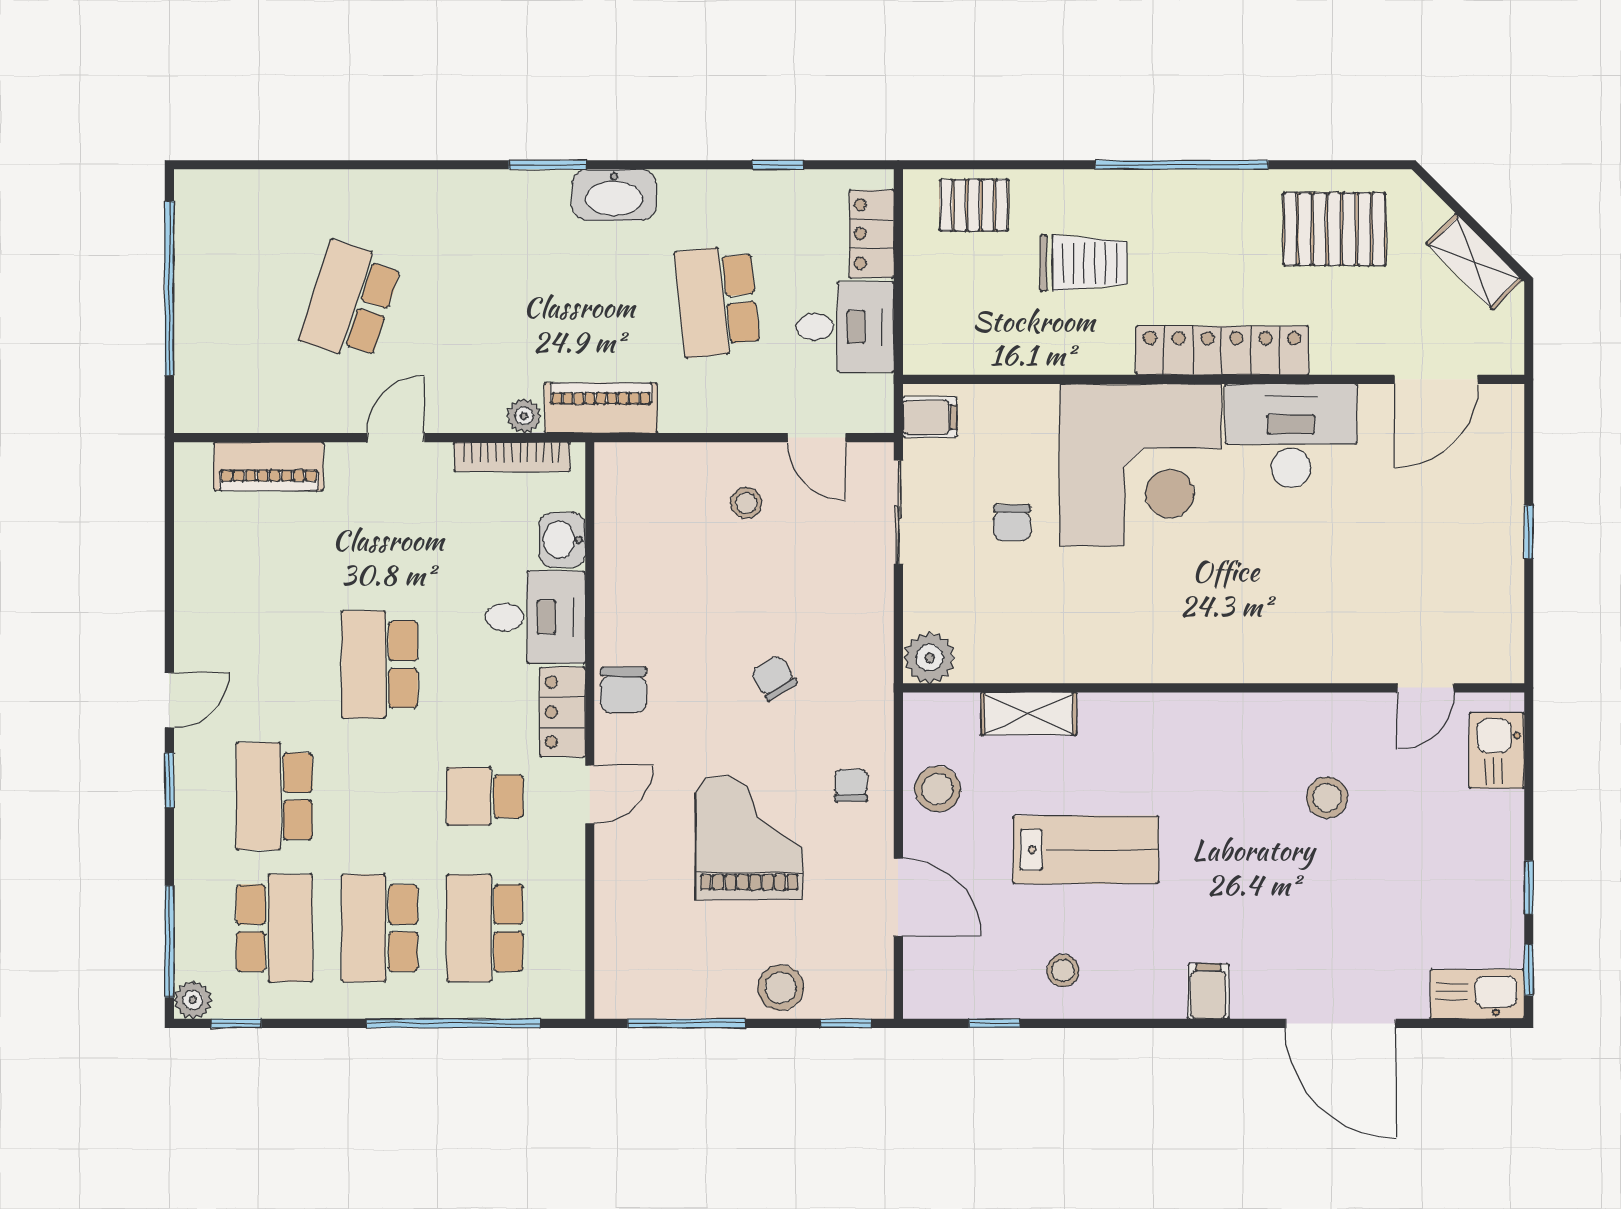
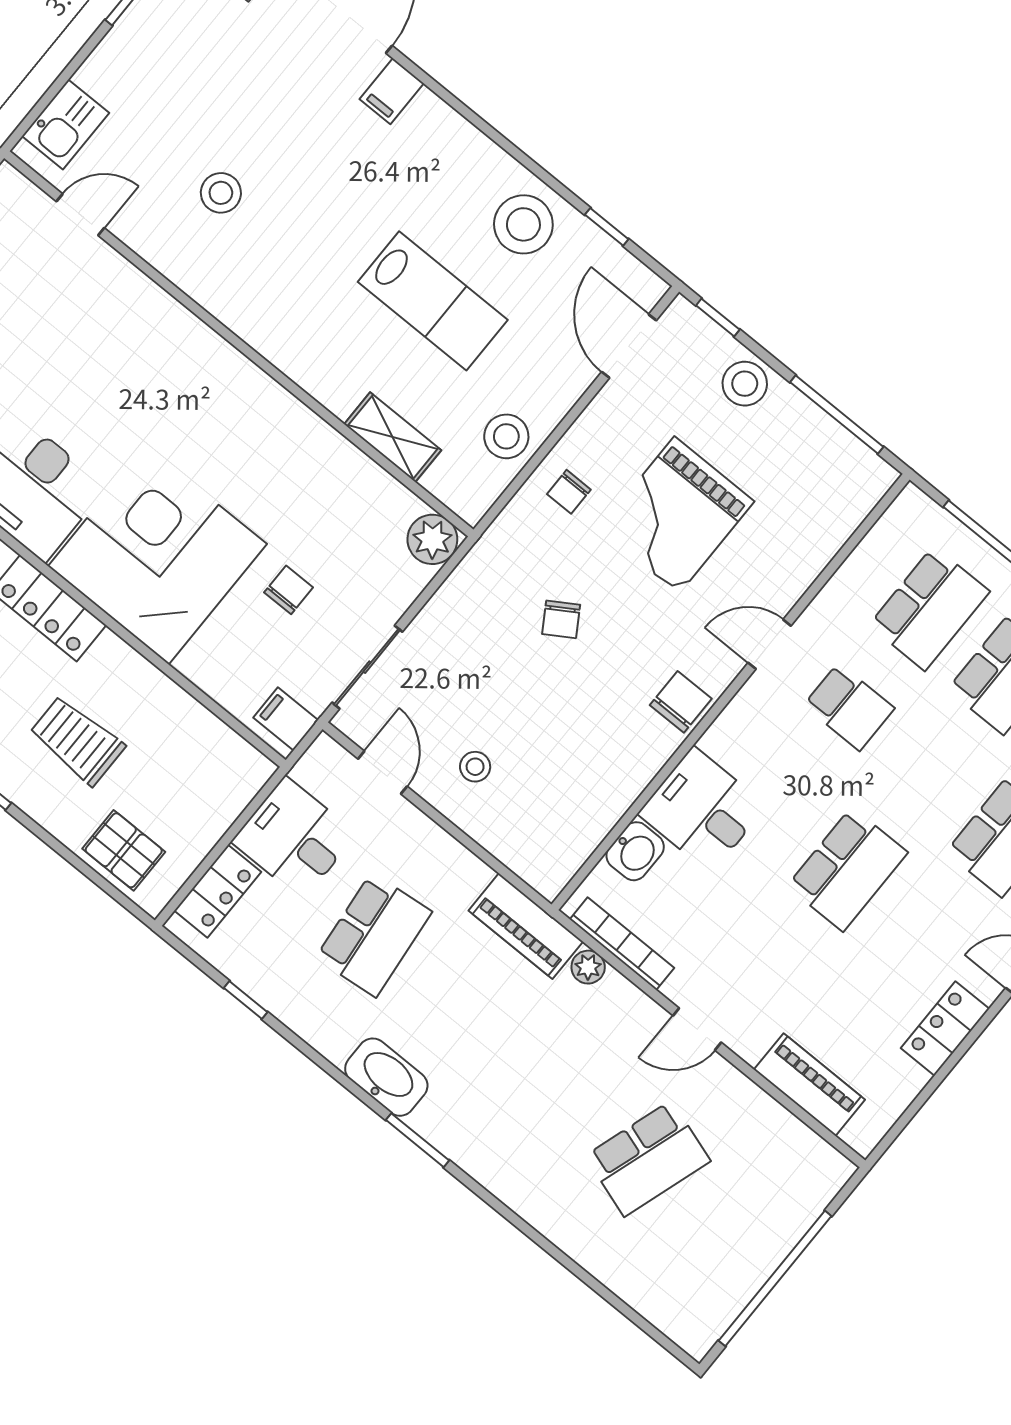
locker: (563, 712) -> (945, 1028), moved, turned 180
lab bench: (1086, 850) -> (433, 301), turned 180
door: (898, 897) -> (629, 346), moved
stool: (1063, 971) -> (523, 224), width x1.89, depth x1.89
filing cabinet: (1208, 991) -> (392, 91), moved

